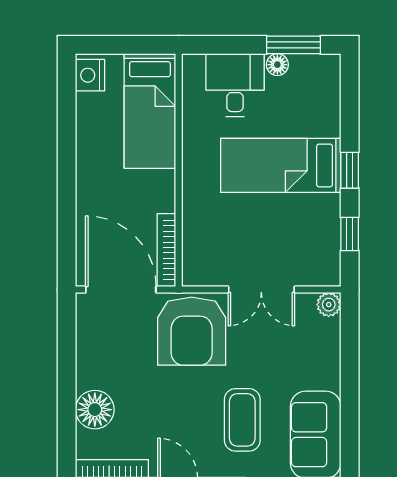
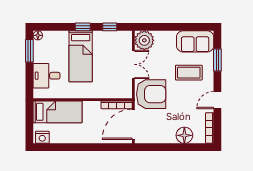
floor lamp: (277, 65) -> (38, 35), moved
plant: (329, 305) -> (144, 40), width x1.88, depth x1.88

